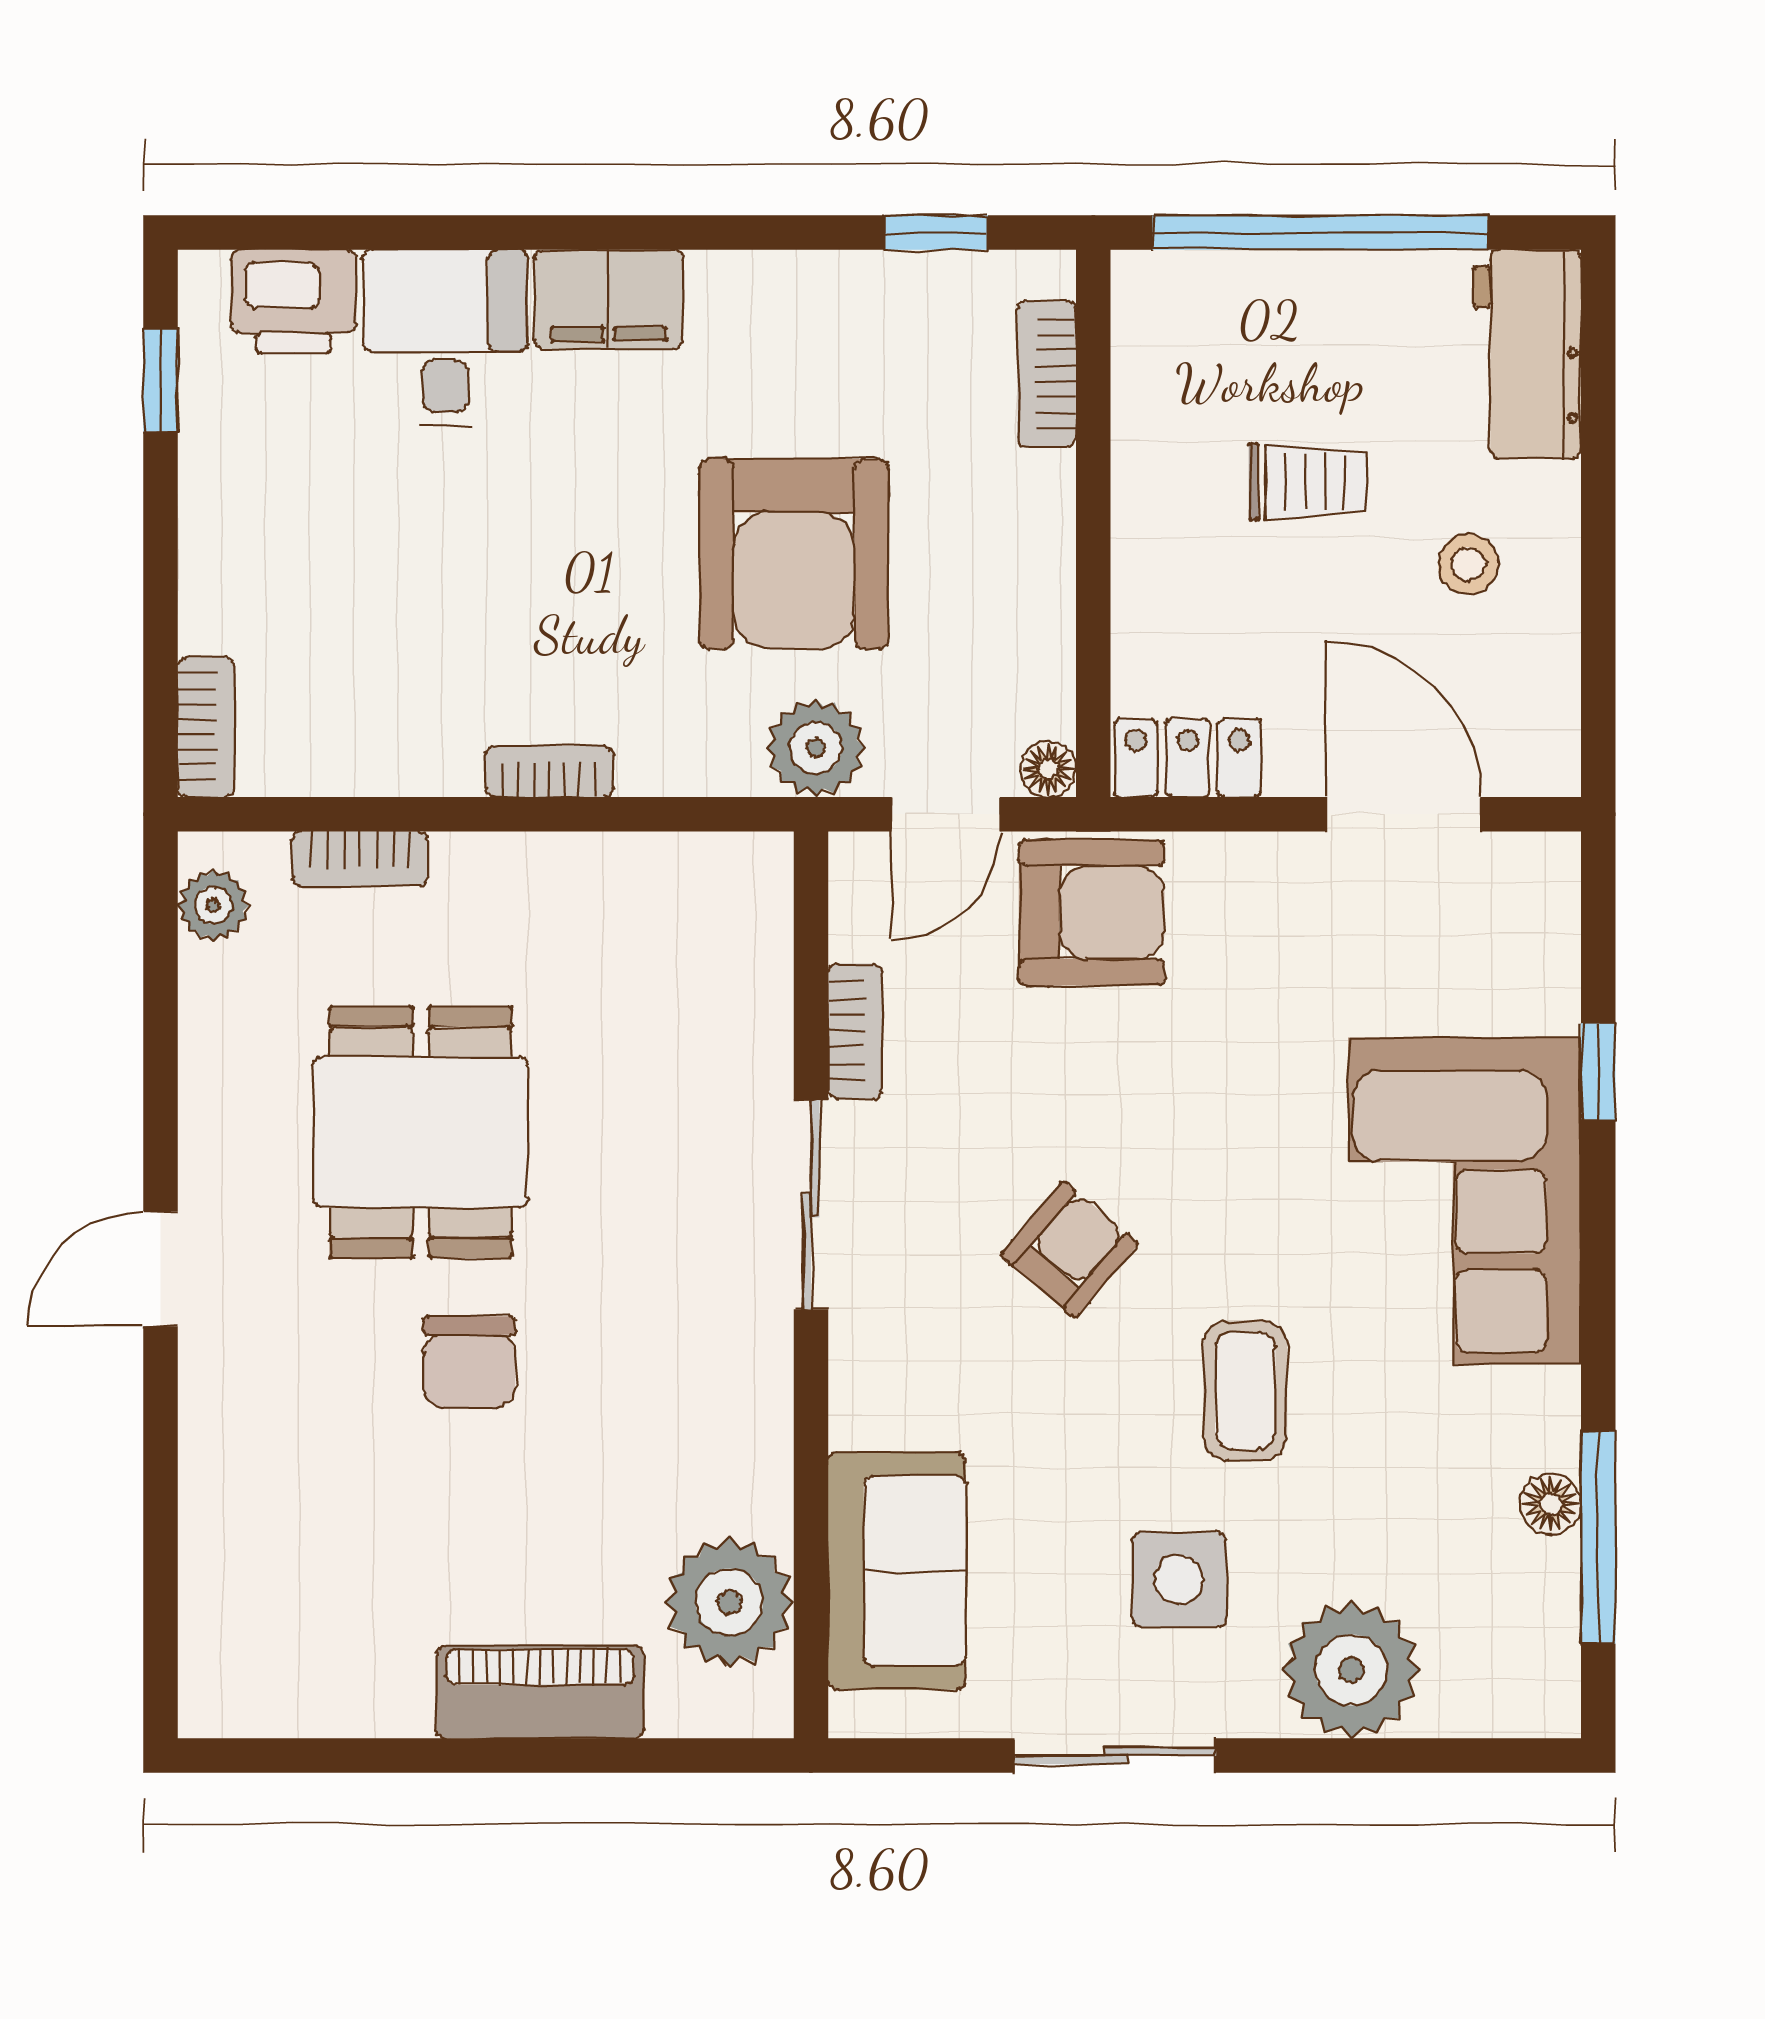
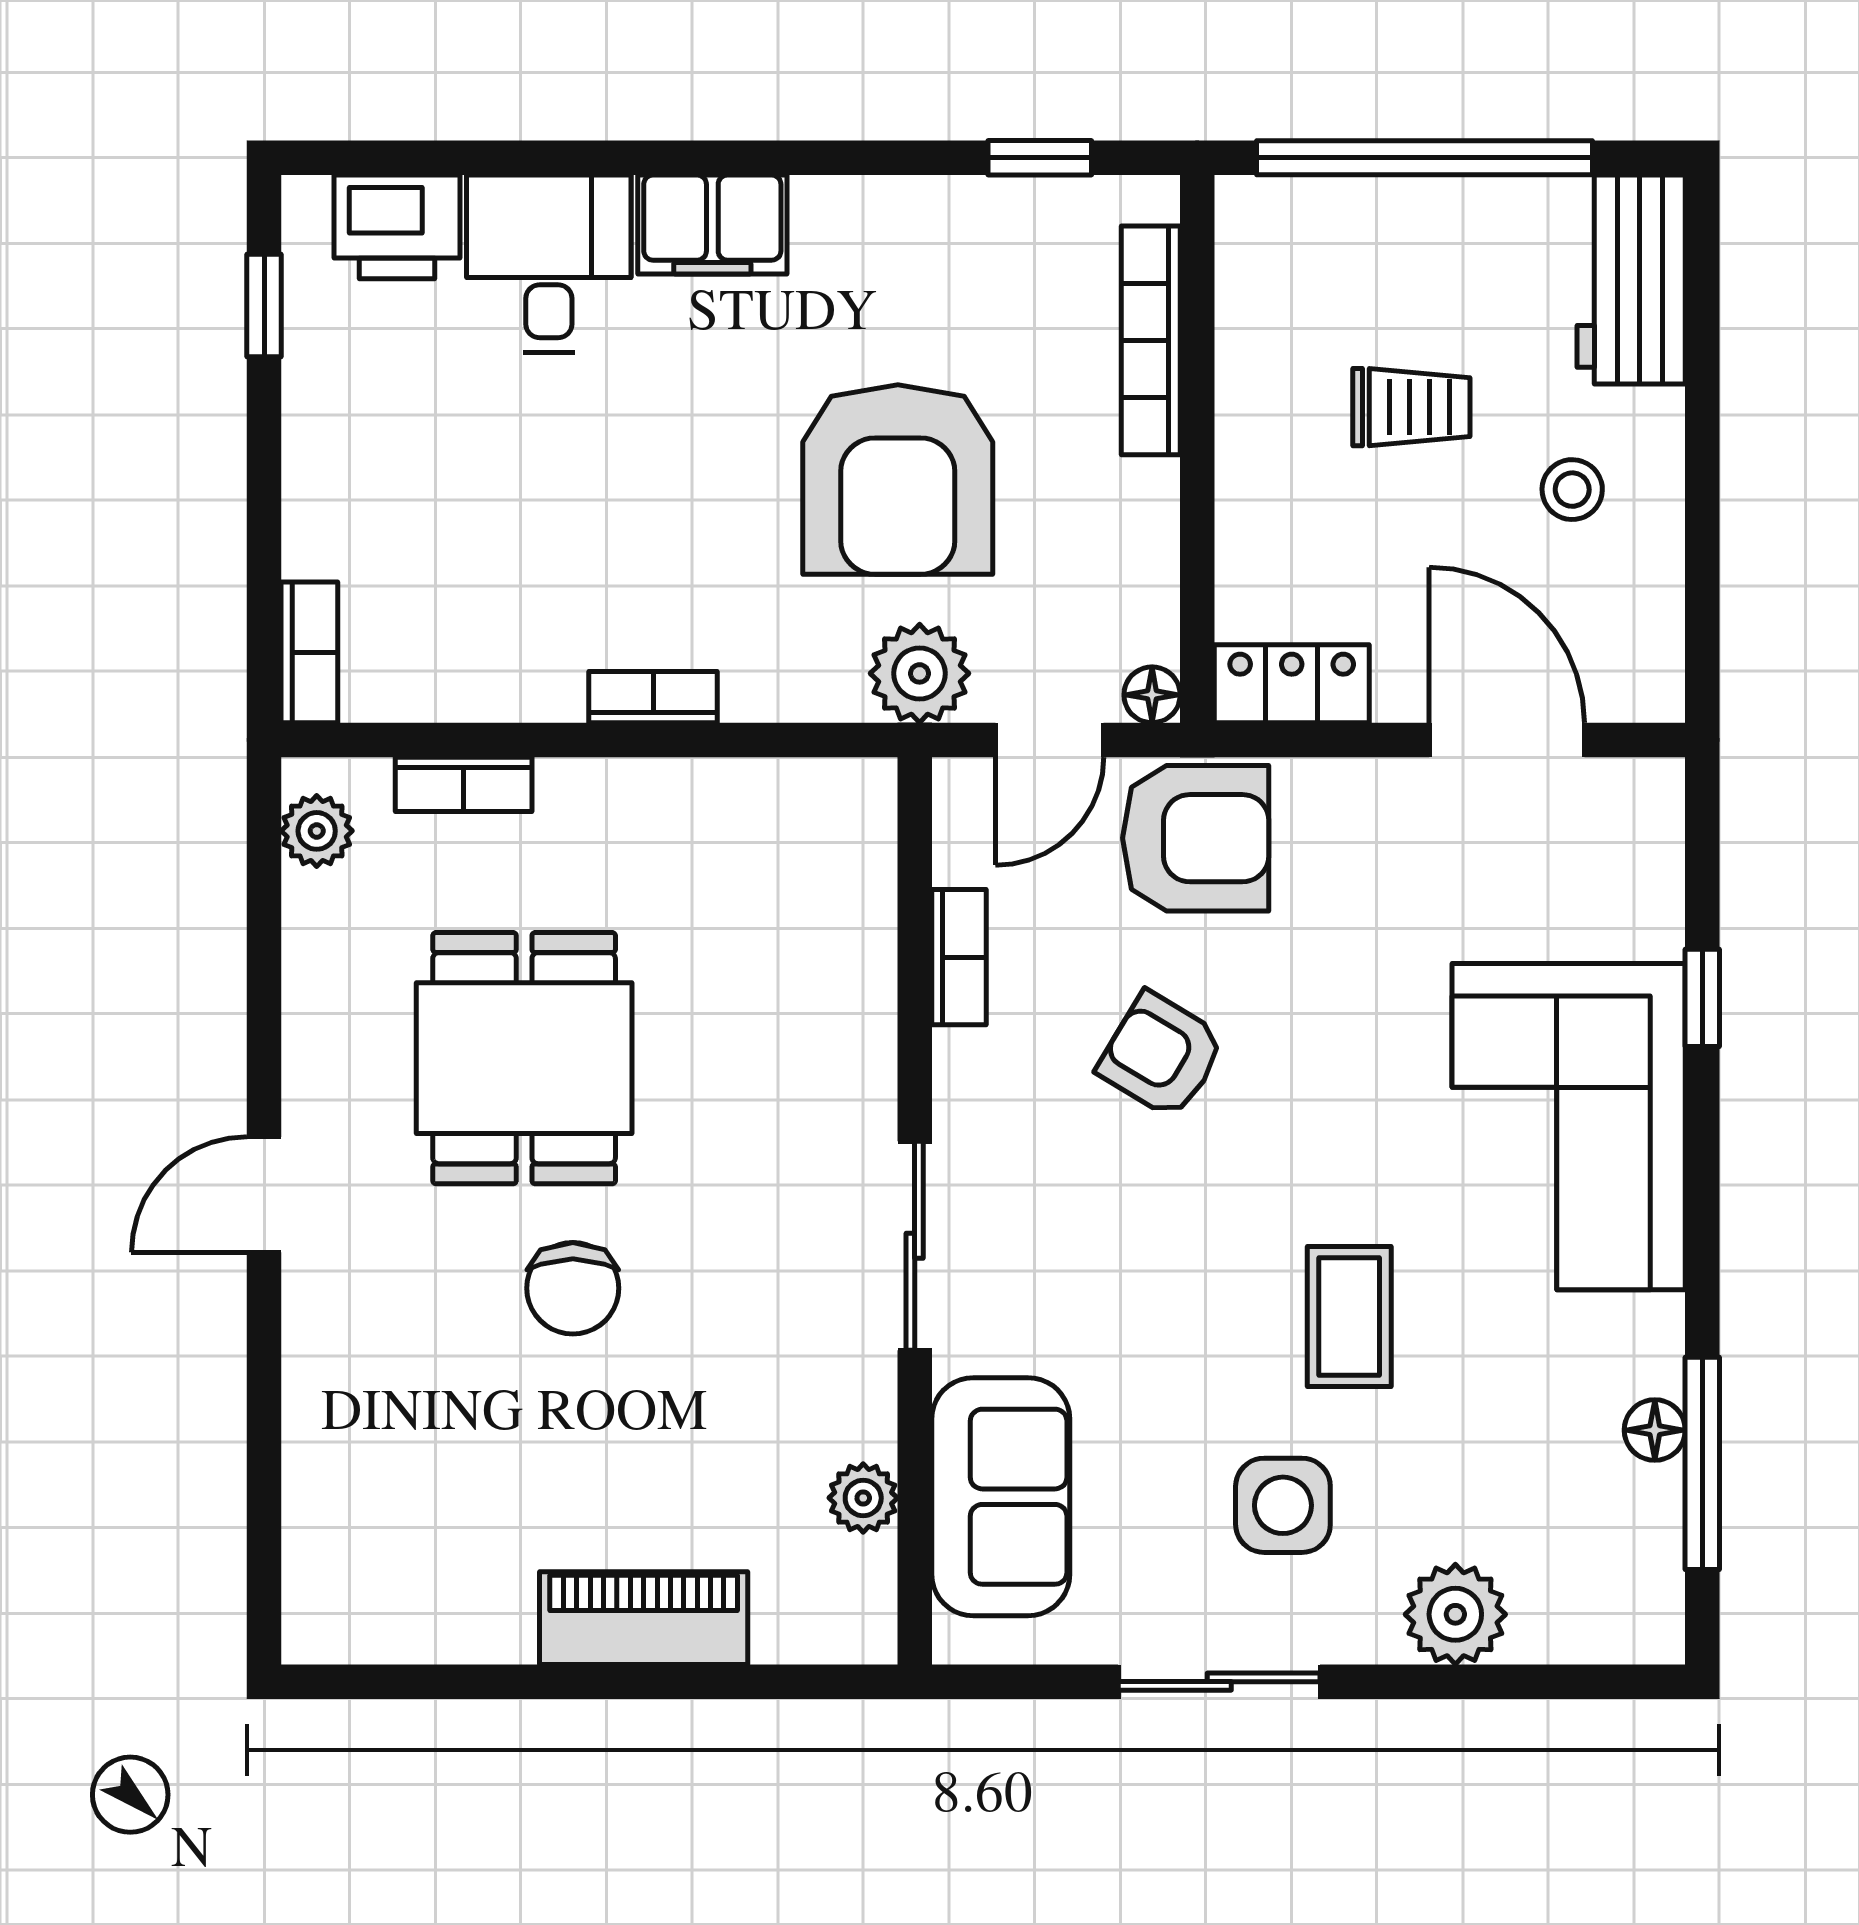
bookcase: (1047, 374) -> (1151, 340), width x1.56
sliding door: (811, 1205) -> (915, 1246), moved
armchair: (1069, 1250) -> (1162, 1055), moved, turned -99
plant: (729, 1602) -> (863, 1498), width x0.53, depth x0.53
plant: (1351, 1670) -> (1455, 1614), width x0.73, depth x0.73

